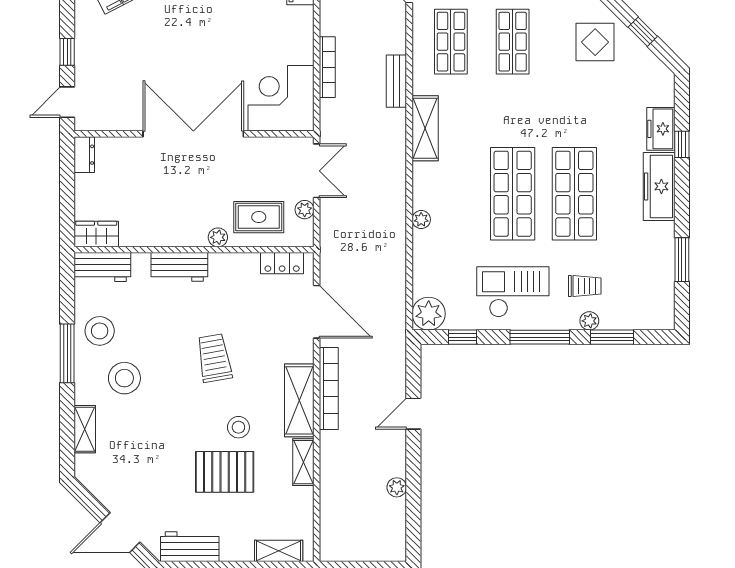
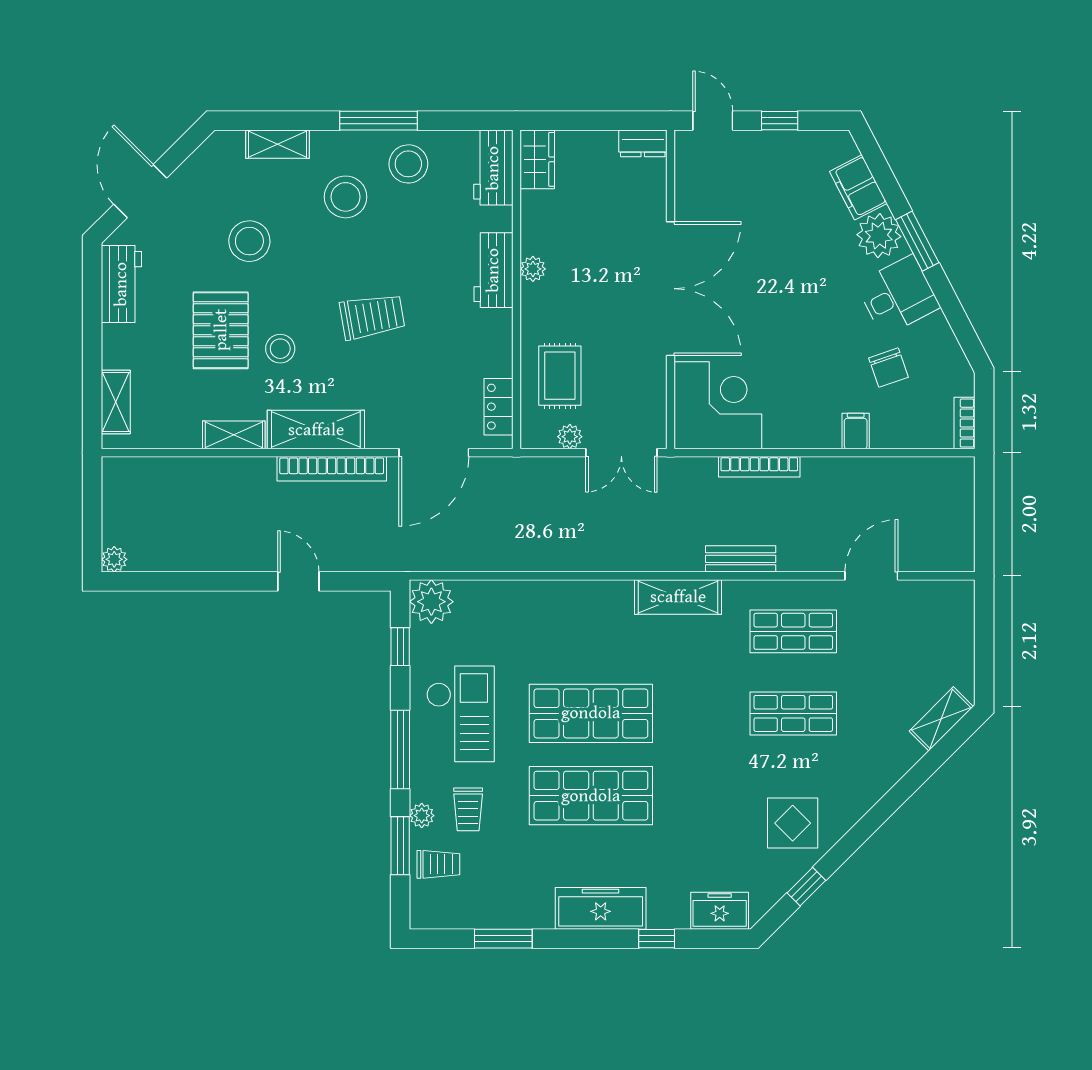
freezer: (661, 129) -> (720, 911), moved
plant: (421, 220) -> (557, 592), removed
plant: (218, 237) -> (533, 269), moved
trolley: (626, 308) -> (438, 864), added
stool: (158, 450) -> (249, 241), added
plant: (397, 487) -> (114, 559), moved

